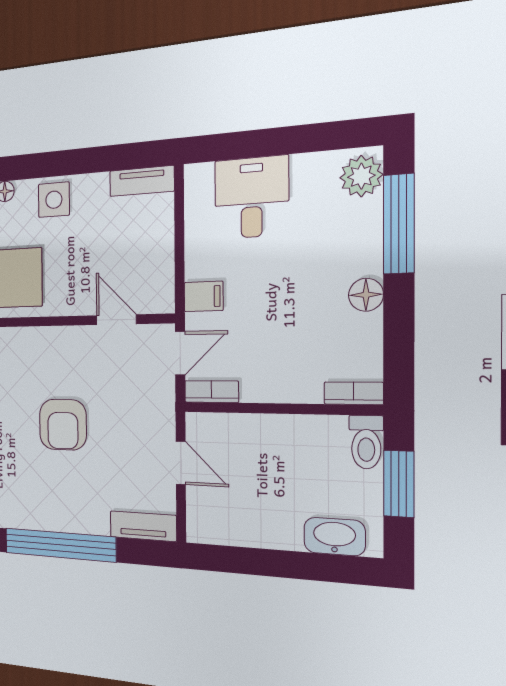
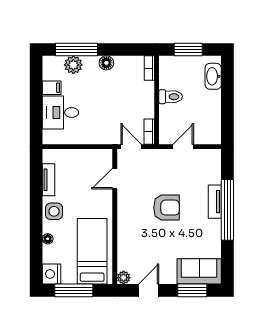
plant: (361, 176) -> (73, 65), moved
tv unit: (142, 181) -> (49, 180), moved
filing cabinet: (204, 296) -> (52, 88), moved, turned 90
toilet: (366, 442) -> (171, 97), moved
tv unit: (143, 526) -> (215, 202), moved

